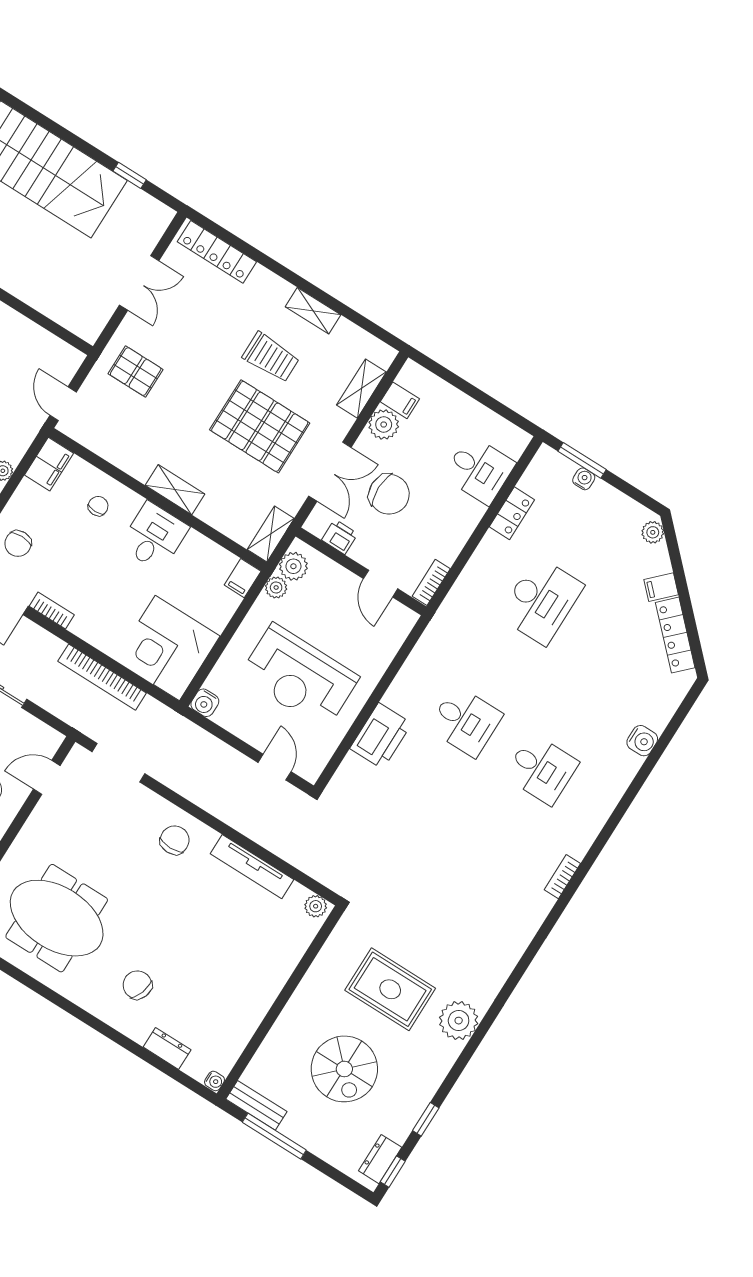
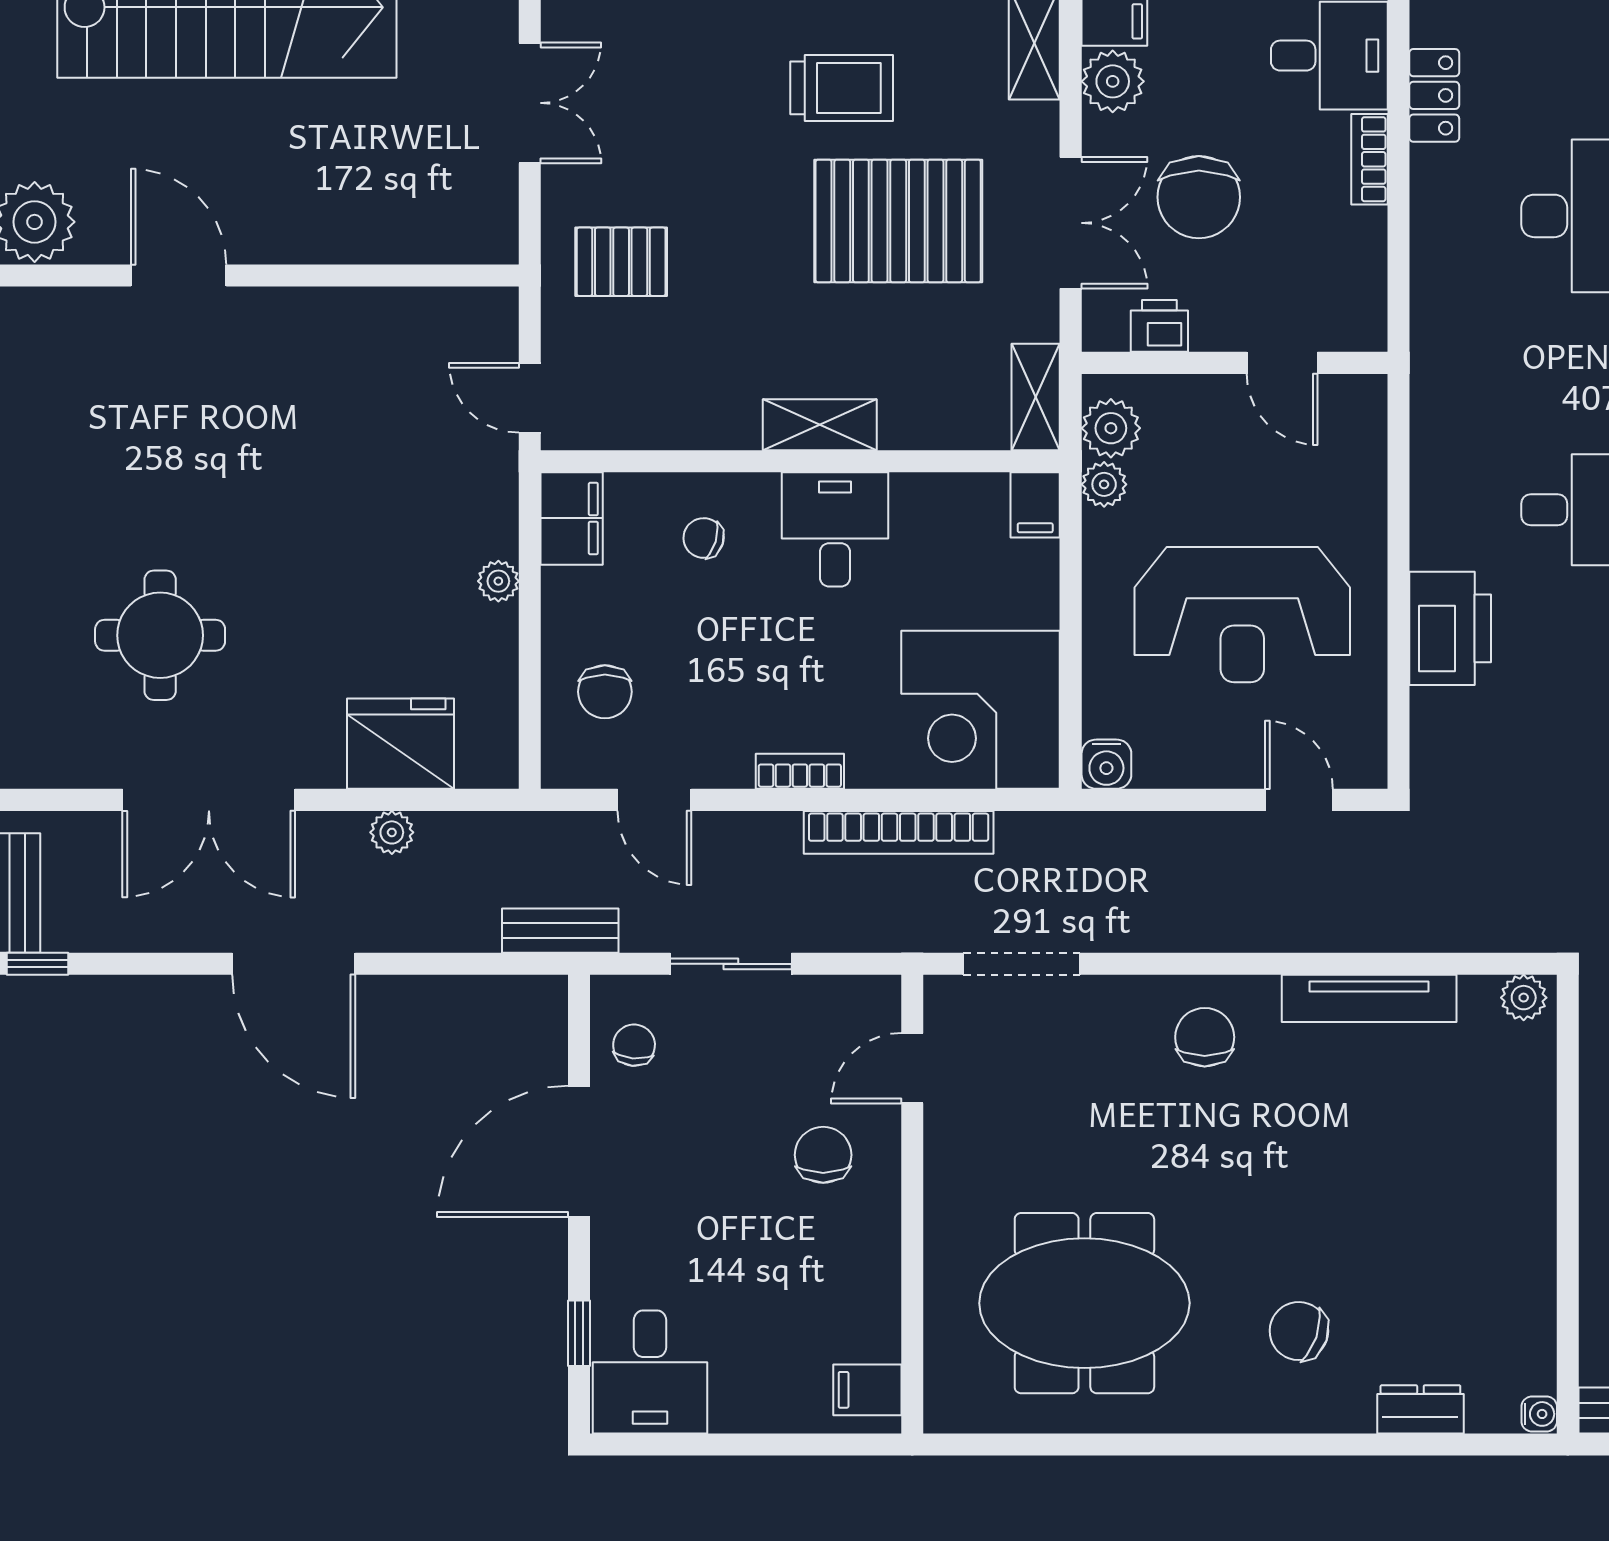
chair: (389, 494) -> (1199, 197), turned 90
chair: (98, 506) -> (704, 538), turned -73
bookcase: (431, 582) -> (1369, 159), moved
bookcase: (52, 611) -> (800, 771), moved

